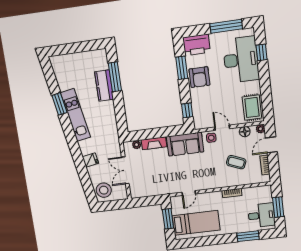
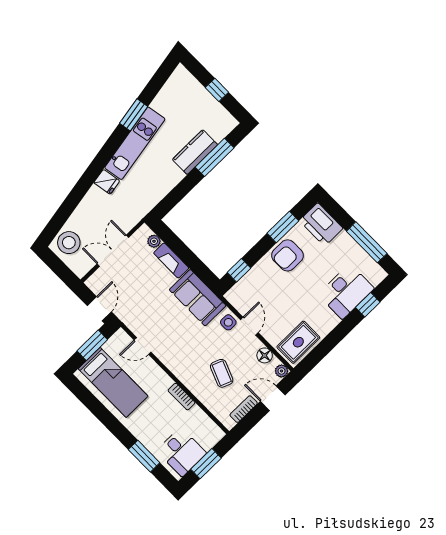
window: (78, 47) -> (217, 90), added
desk: (241, 60) -> (346, 291), width x0.73, depth x0.77
fridge: (90, 160) -> (107, 182), moved
door: (151, 201) -> (99, 309), added

